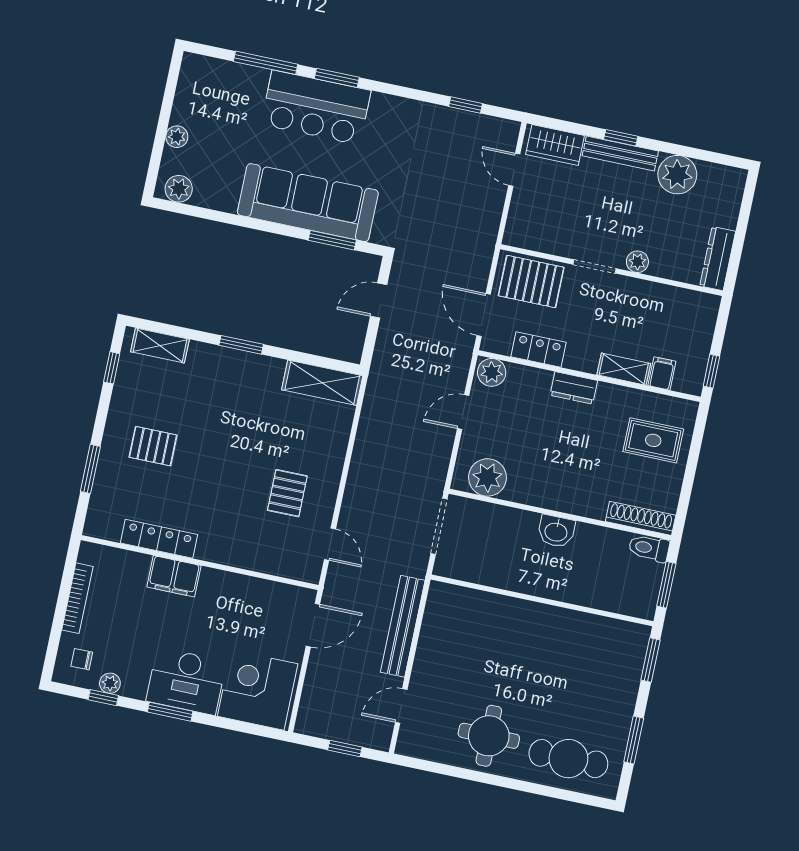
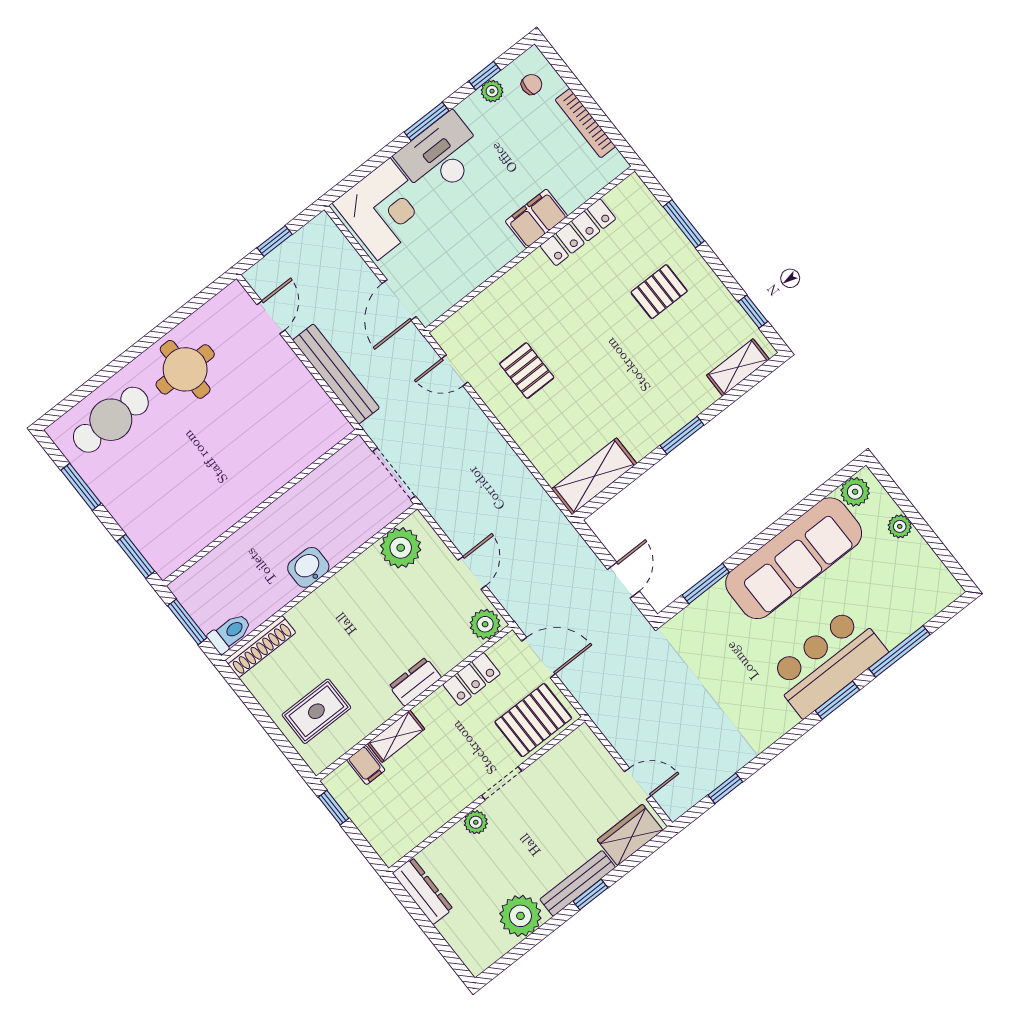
sofa: (308, 203) -> (794, 558), moved

